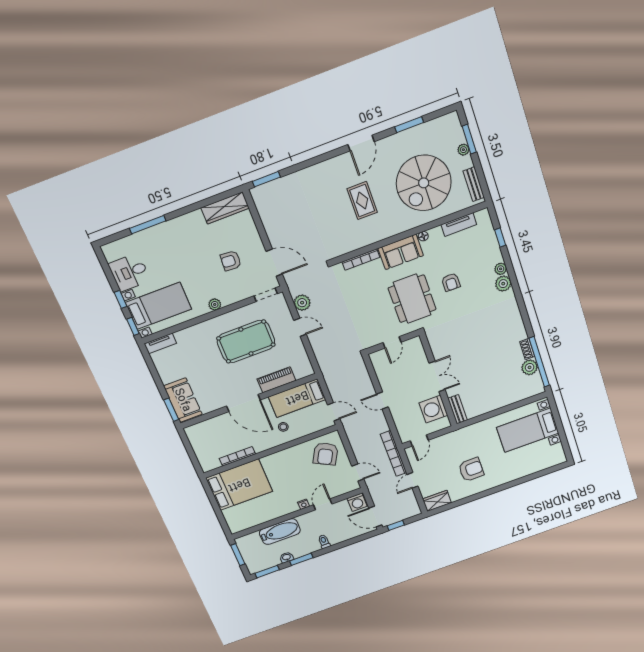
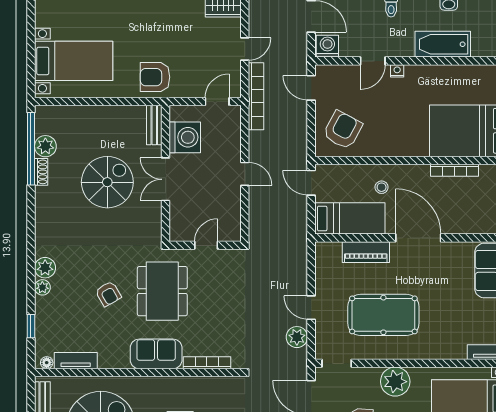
floor lamp: (423, 236) -> (47, 363), moved
armchair: (451, 282) -> (108, 294), turned 150
plant: (215, 304) -> (395, 382), width x1.87, depth x1.87
spiral stairs: (478, 359) -> (107, 182), added
armchair: (471, 470) -> (155, 77), moved

